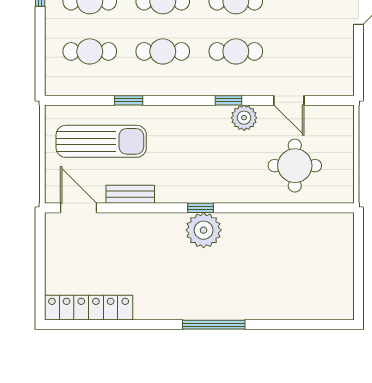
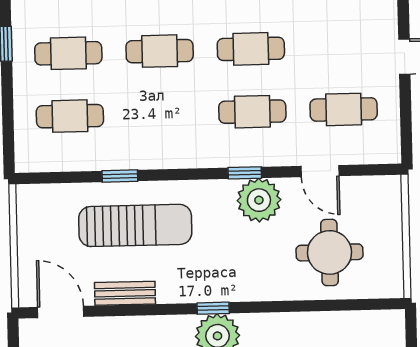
cafe table: (163, 51) -> (344, 109), moved
plant: (244, 118) -> (259, 200), width x1.36, depth x1.36
sun lounger: (101, 141) -> (135, 225), moved

